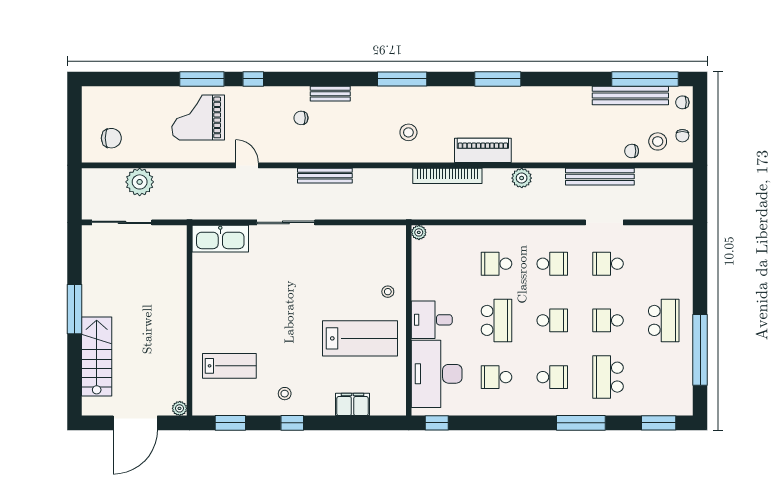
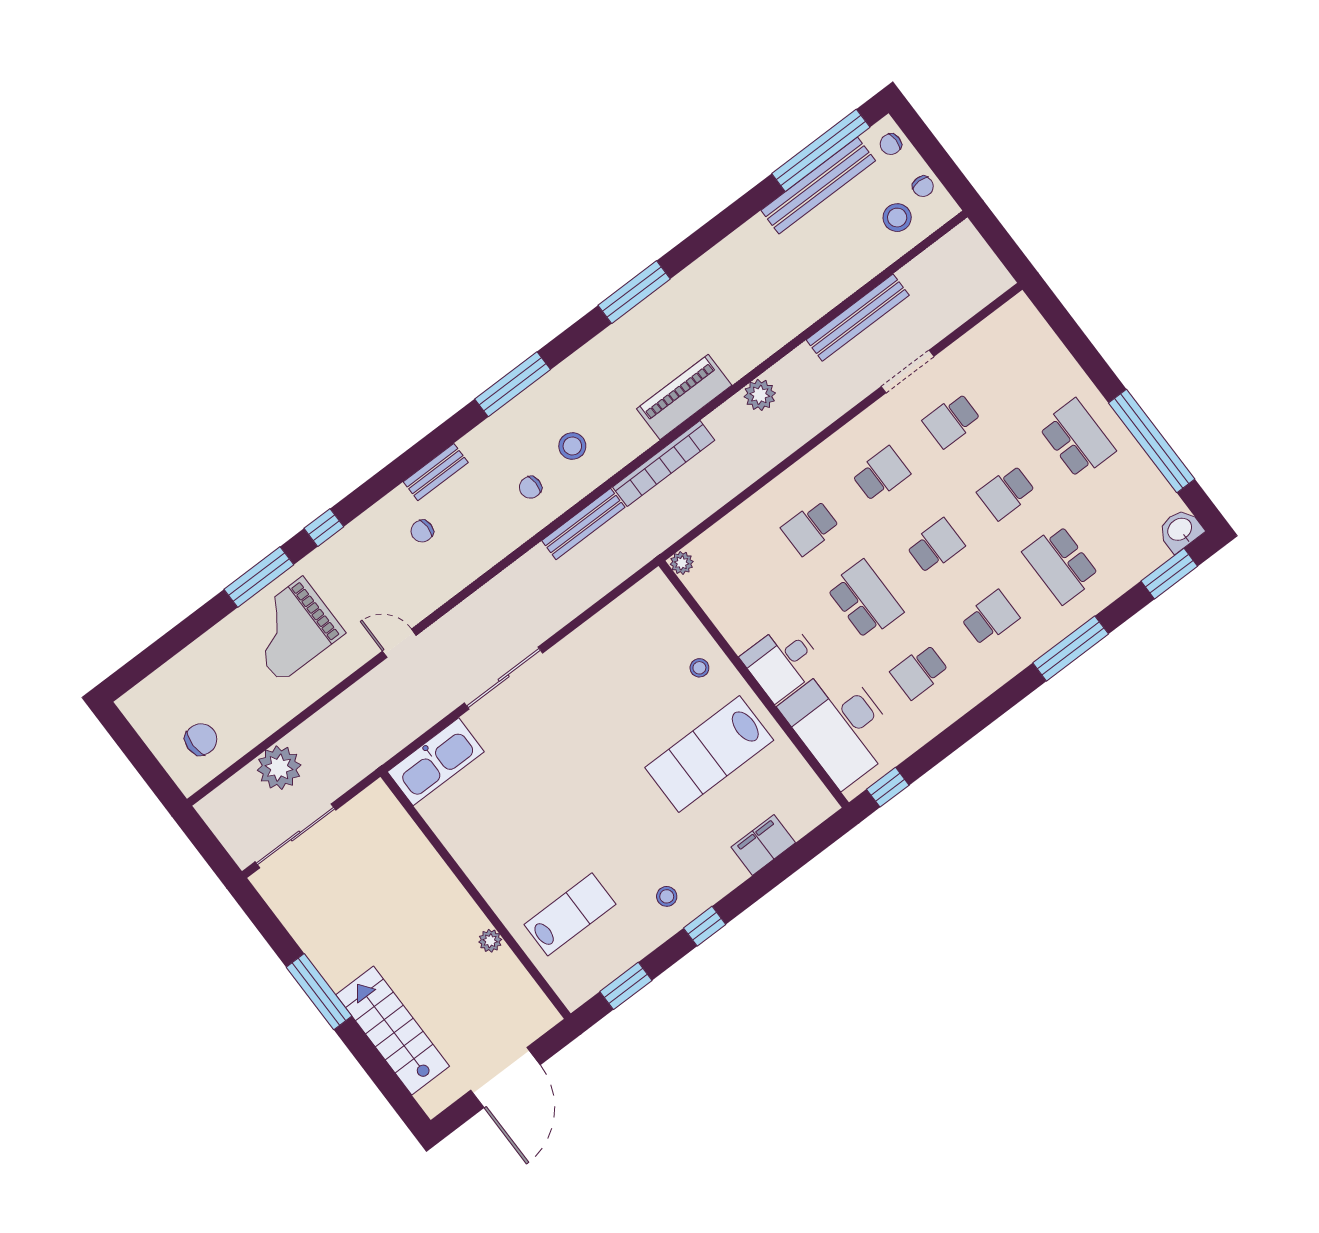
chair: (632, 151) -> (530, 487), moved
bench: (325, 176) -> (583, 524), moved
lab bench: (360, 338) -> (709, 754), turned 180
washbasin: (681, 405) -> (1180, 530), added
plant: (180, 408) -> (490, 941), moved

